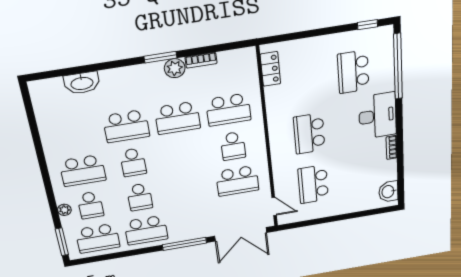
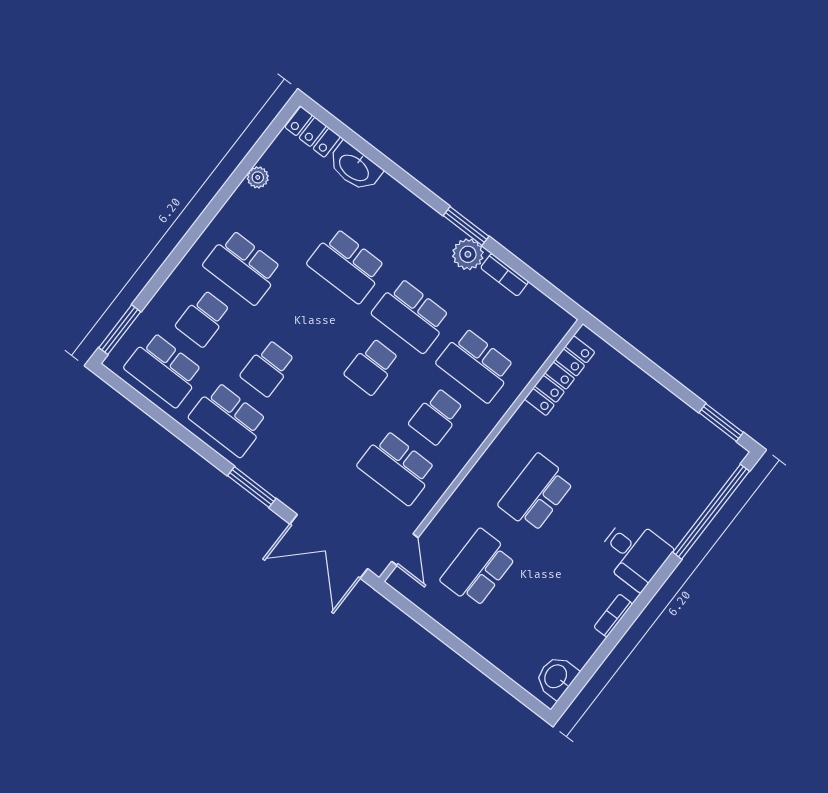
window: (367, 25) -> (721, 422), width x1.50
locker: (270, 69) -> (560, 376), width x1.53
school desk: (353, 72) -> (656, 465), removed
locker: (46, 87) -> (313, 132), added
desk: (378, 116) -> (634, 553), width x0.73
school desk: (133, 162) -> (372, 367), moved
plant: (64, 210) -> (258, 177), moved
window: (184, 244) -> (252, 487), width x0.69

